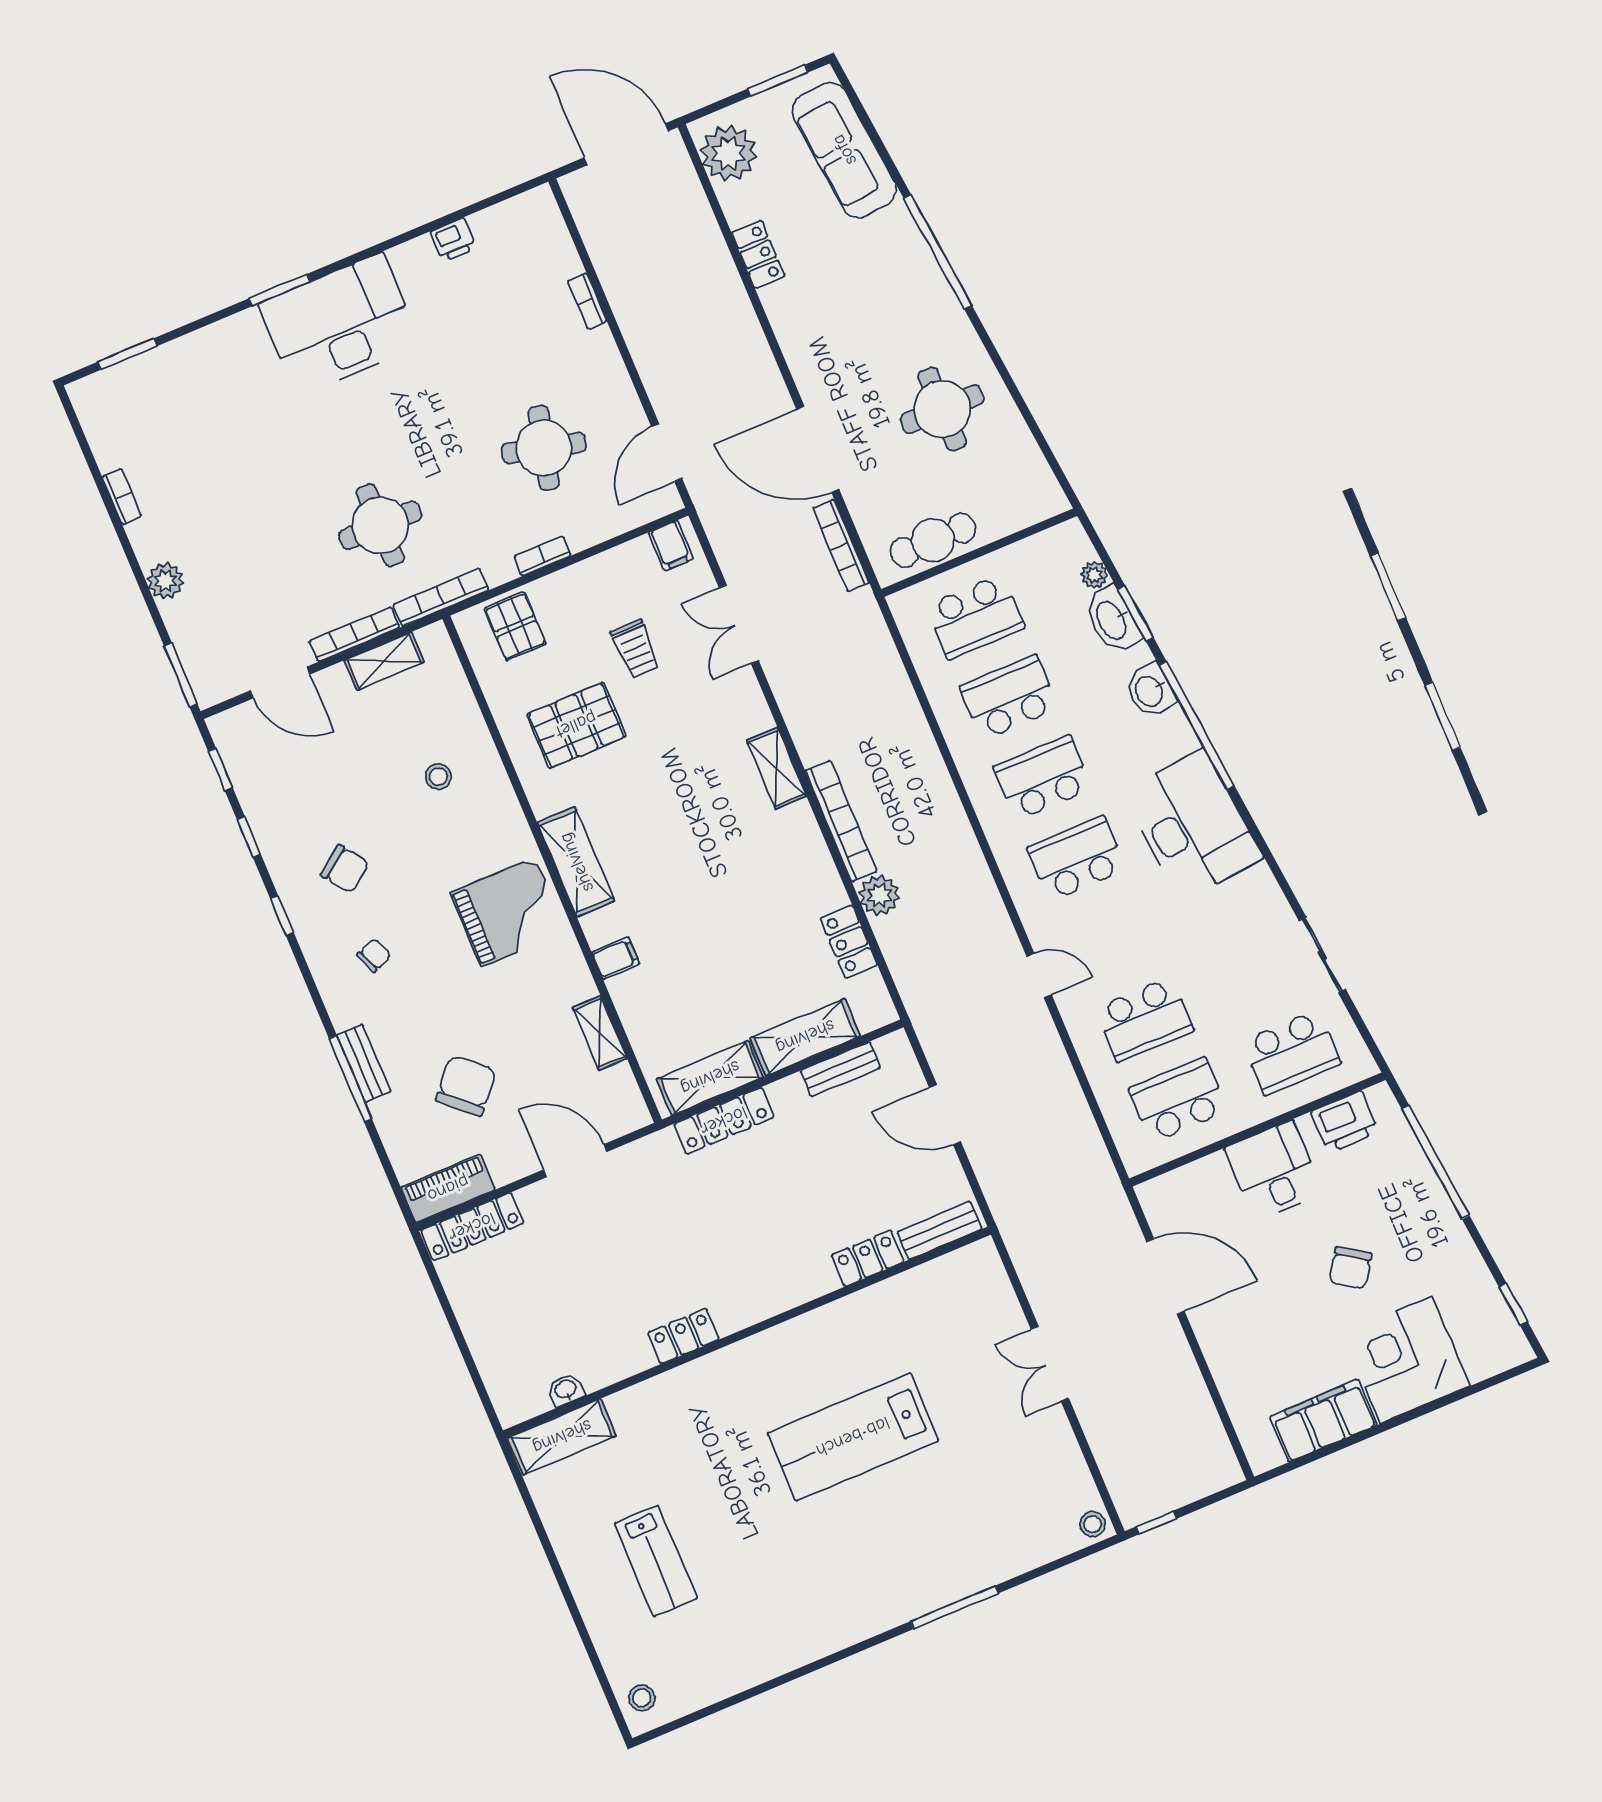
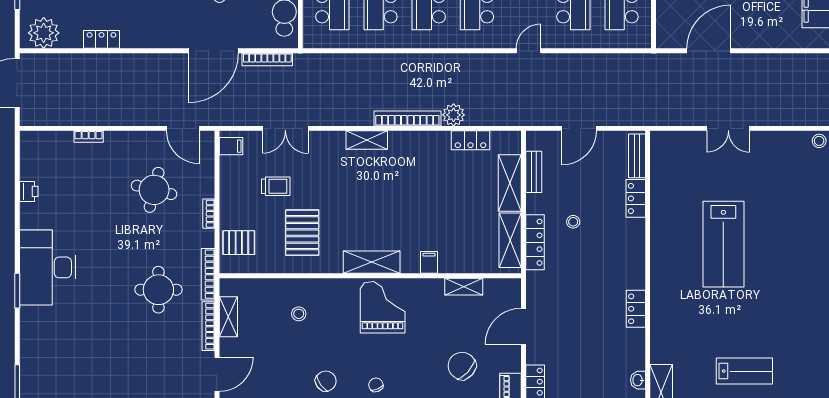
stool: (785, 1170) -> (573, 222), added

